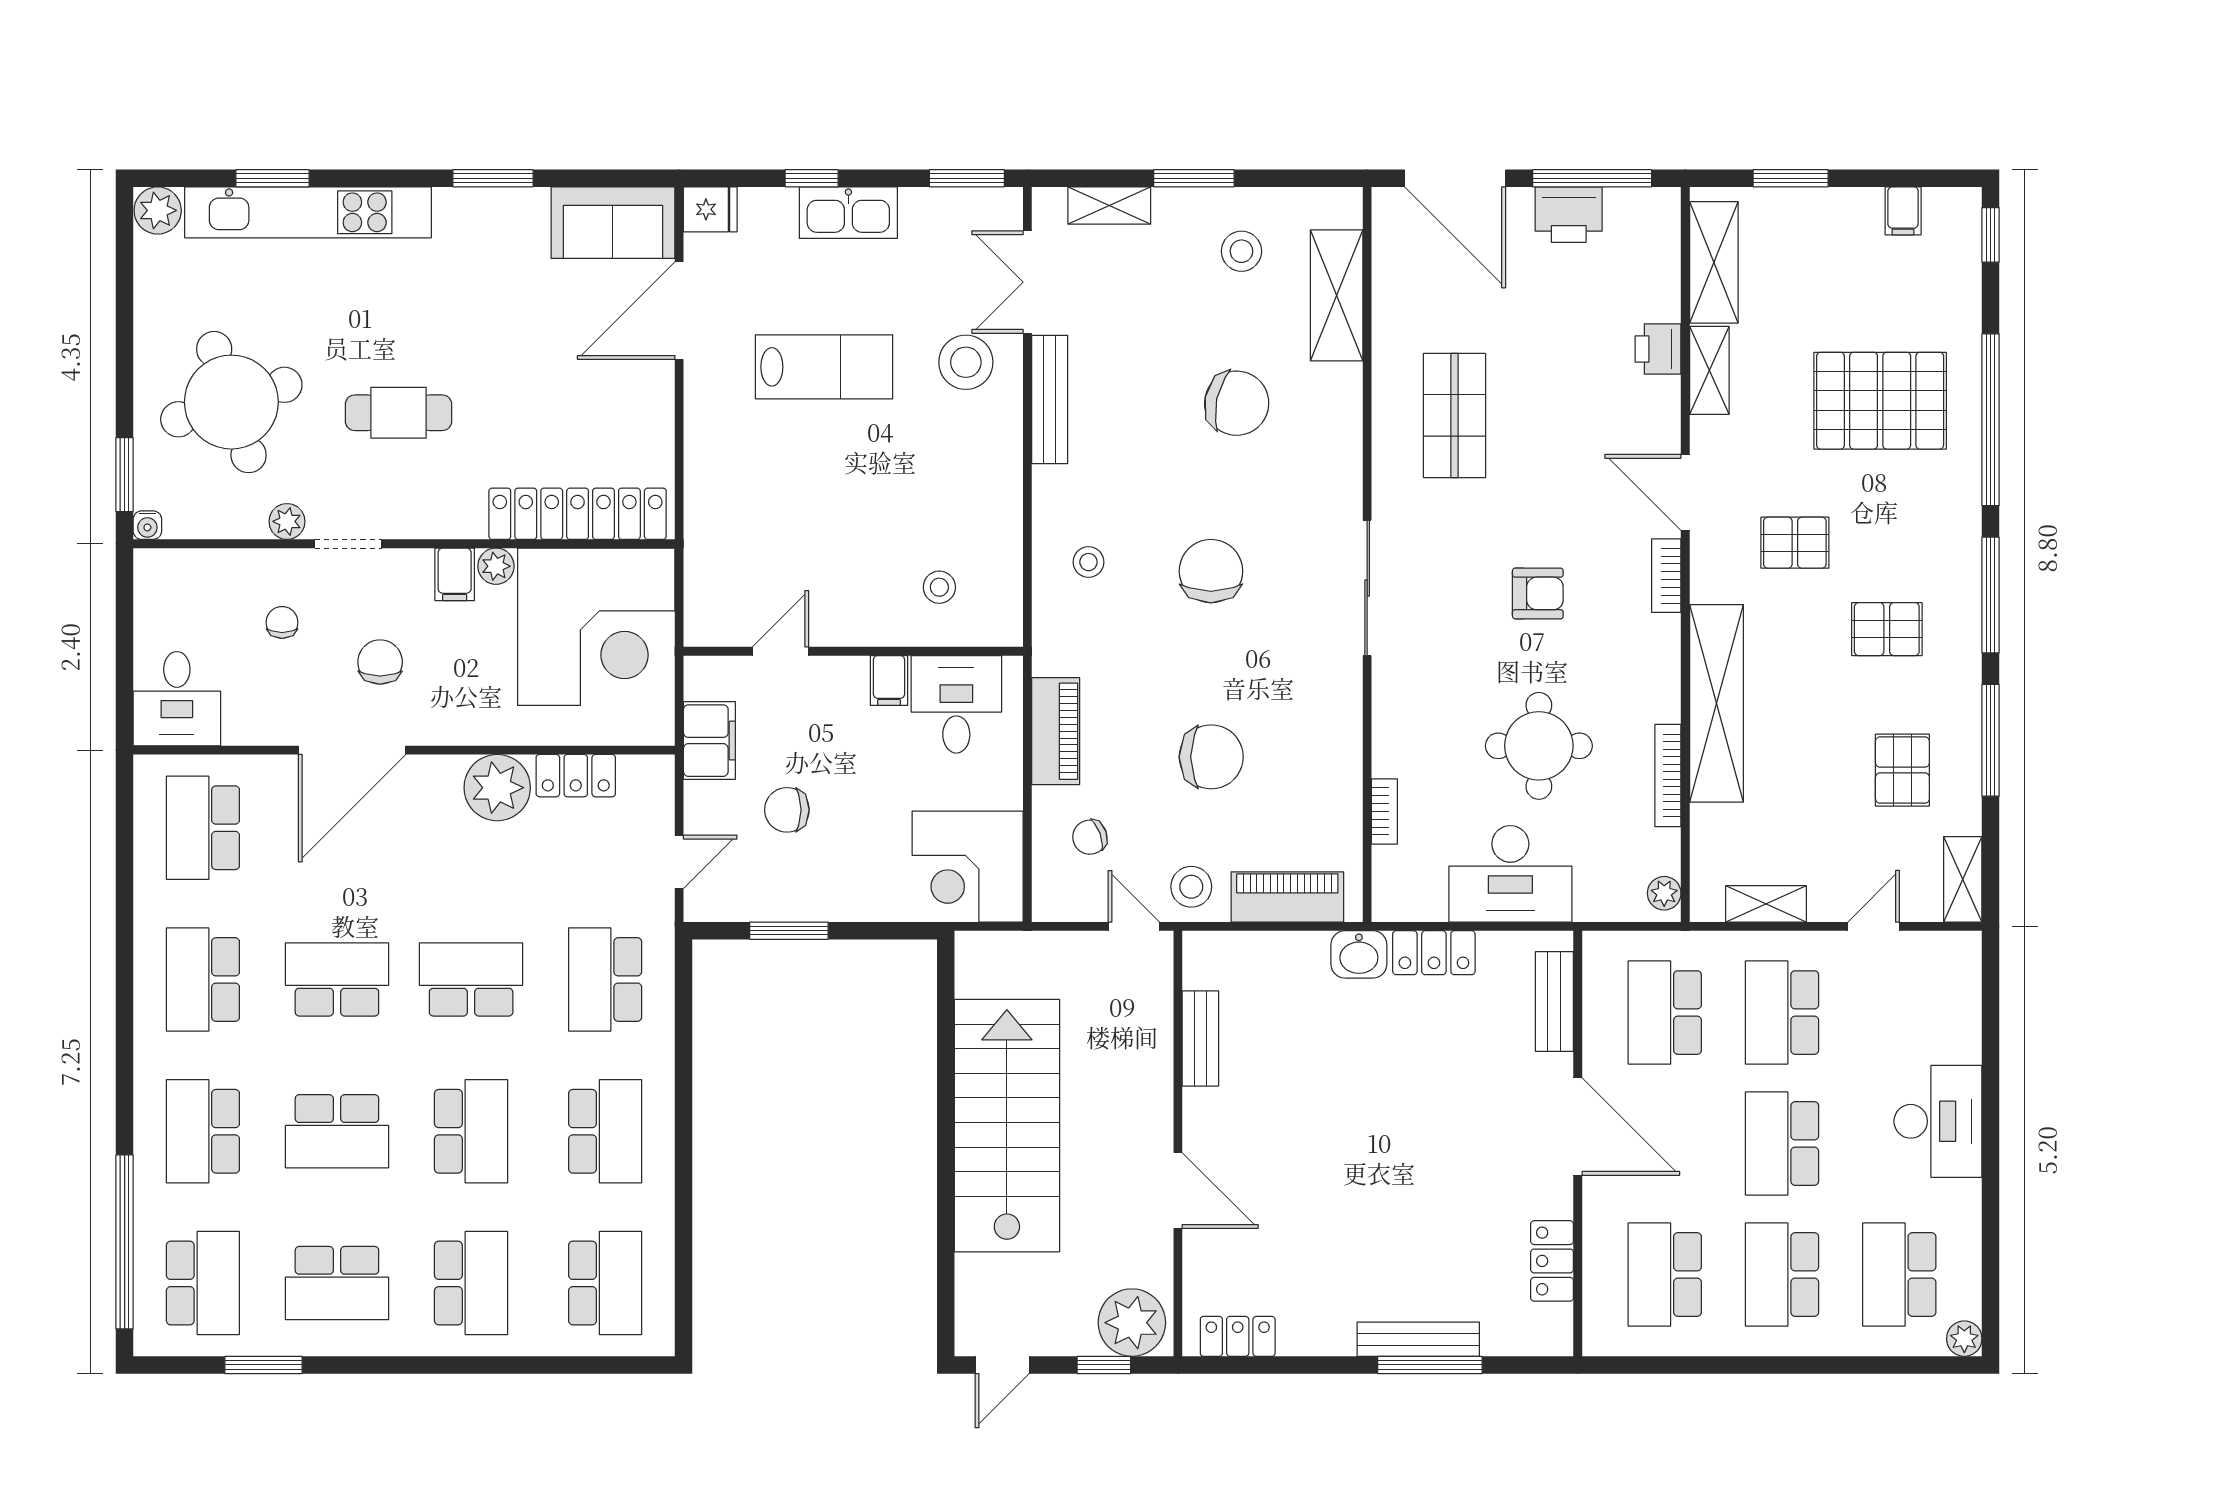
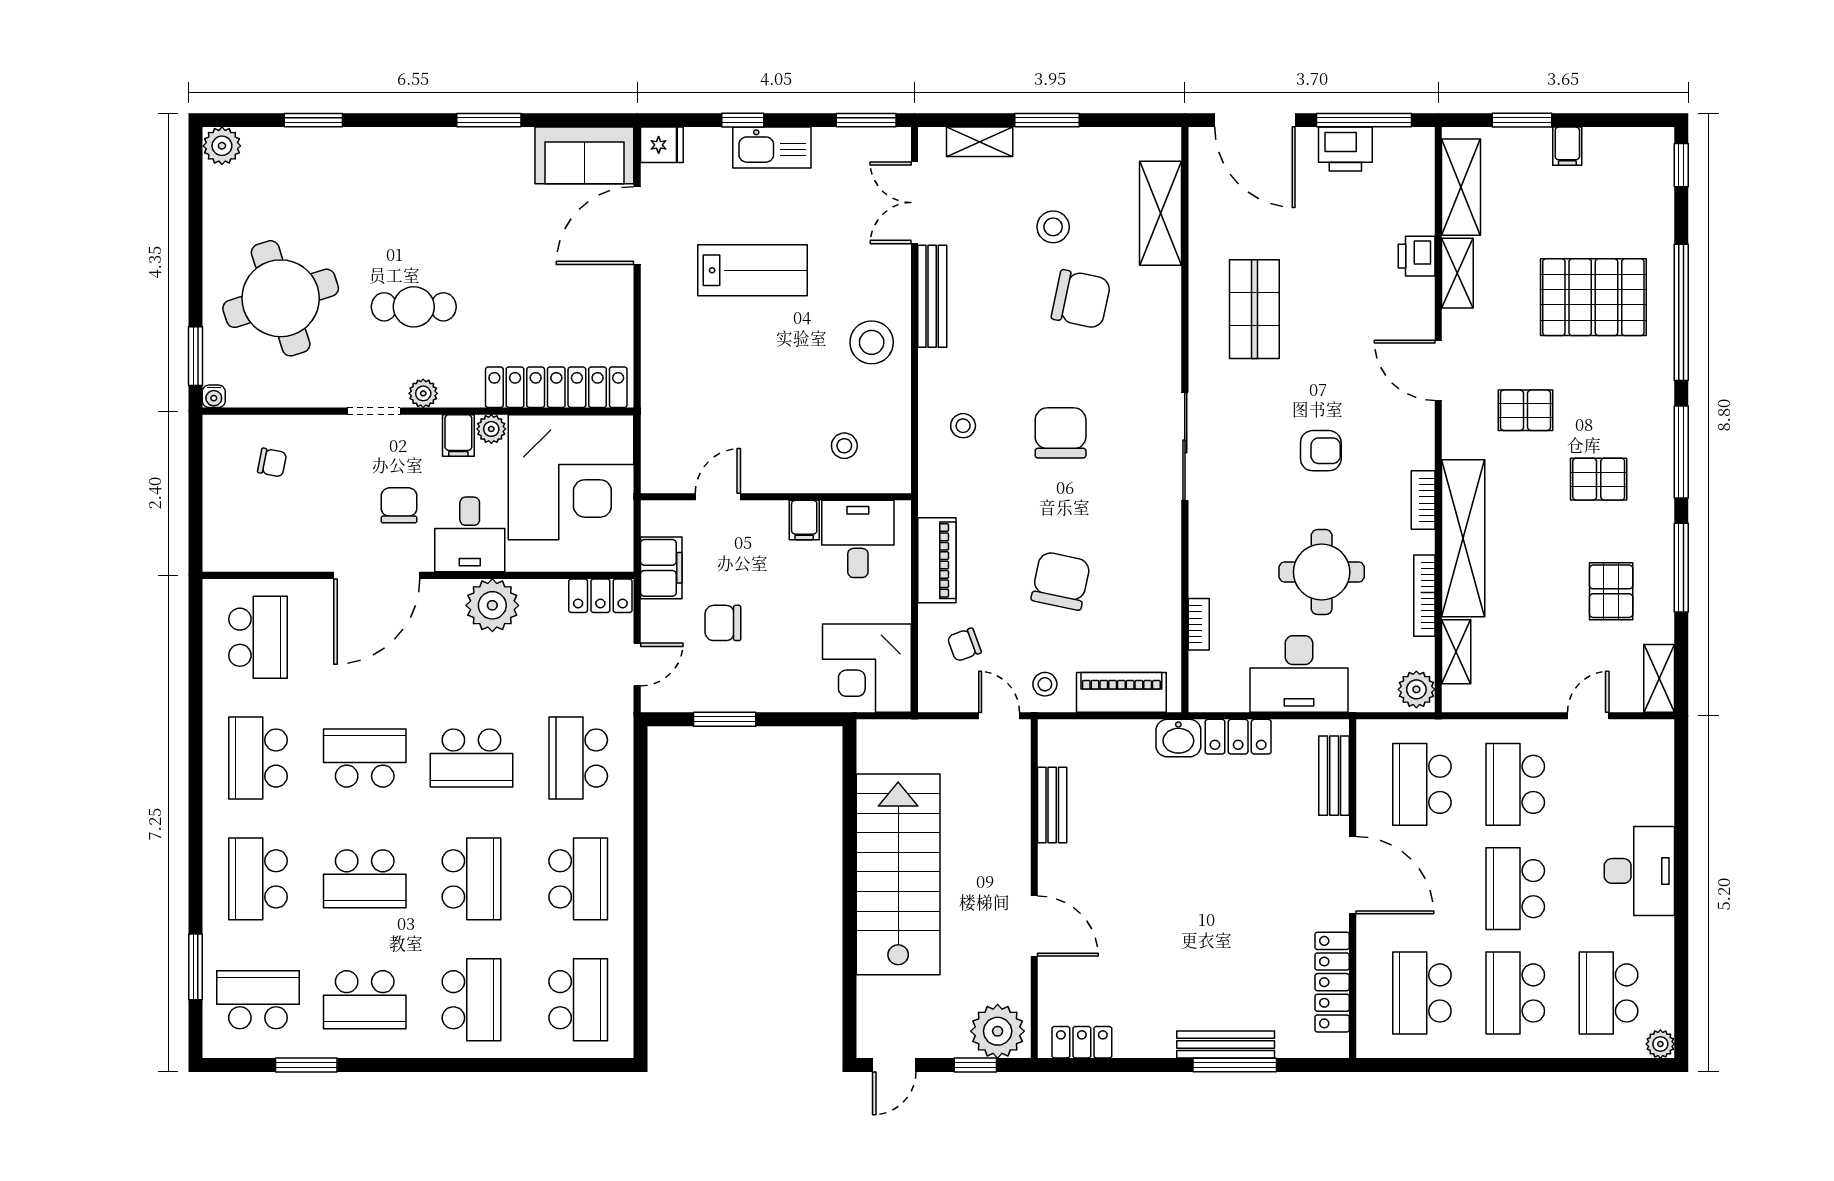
filing cabinet: (1903, 211) -> (1567, 146), moved
kitchen unit: (308, 212) -> (342, 147), removed
stool: (1241, 251) -> (1053, 227), moved
stool: (966, 362) -> (872, 342), moved
plant: (287, 521) -> (423, 393), moved
bookcase: (1666, 576) -> (1423, 500), moved
chair: (282, 622) -> (272, 463), moved, turned 101
desk: (177, 699) -> (470, 534), moved
chair: (1211, 757) -> (1061, 581), turned -78
locker: (576, 776) -> (600, 596), moved
school desk: (203, 828) -> (258, 637), turned 180
stool: (1191, 887) -> (1045, 684), width x0.73, depth x0.73
plant: (1664, 893) -> (1416, 689), width x1.38, depth x1.38
shelving: (1766, 904) -> (1456, 652), moved, turned 90
school desk: (471, 979) -> (471, 758), turned 180
window: (125, 1242) -> (196, 967), width x0.47
locker: (1552, 1261) -> (1332, 982), width x1.53
school desk: (203, 1283) -> (258, 1000), turned -90

